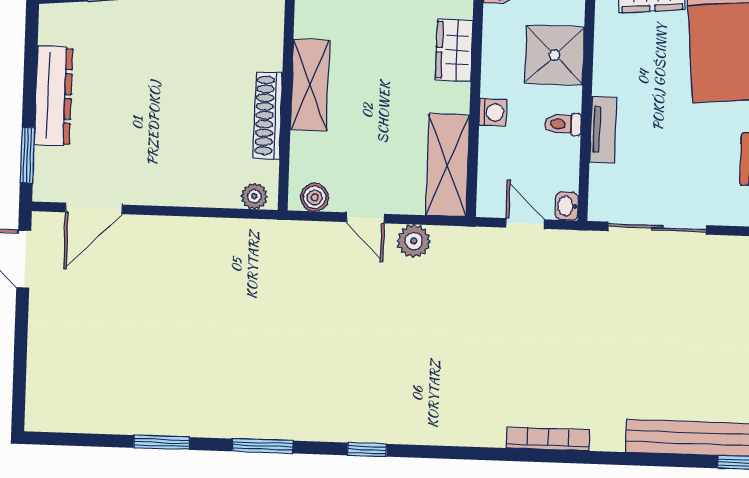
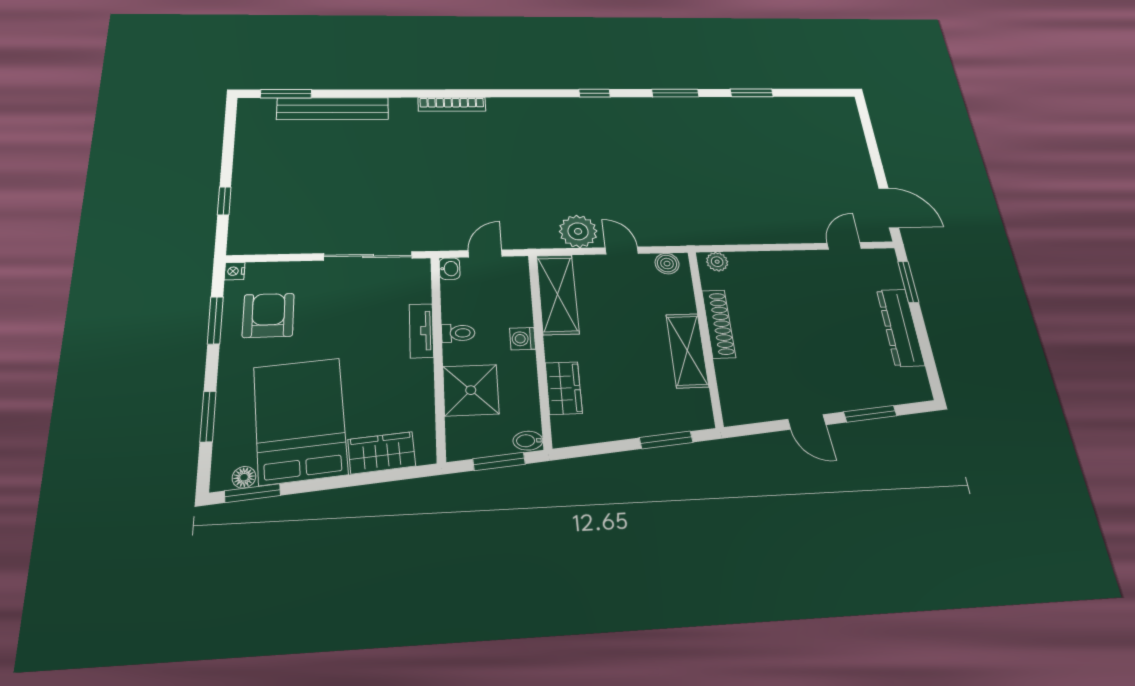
door: (94, 208) -> (844, 246), width x0.73
door: (525, 224) -> (485, 253), swing flipped
plant: (414, 241) -> (578, 231), width x1.36, depth x1.36

